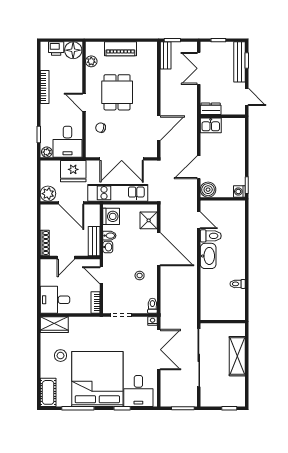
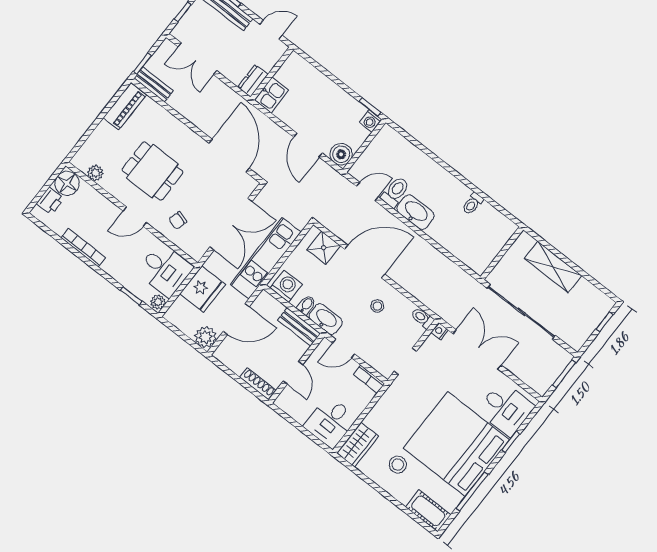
piano: (120, 49) -> (125, 106), moved
door: (159, 128) -> (229, 156), width x1.36
washbasin: (108, 247) -> (326, 319), width x1.91, depth x1.45

